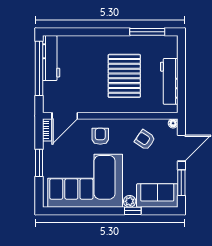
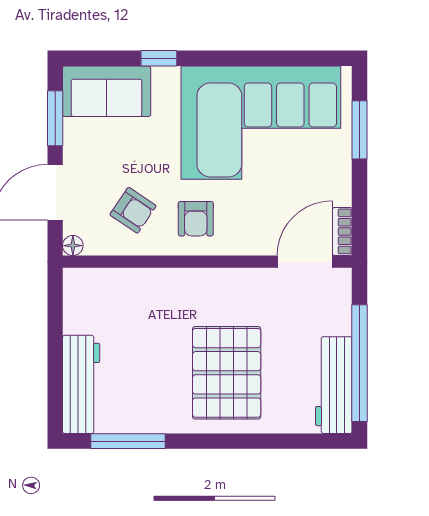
pallet: (124, 76) -> (227, 373), moved
workbench: (169, 81) -> (81, 384), moved
armchair: (100, 136) -> (196, 219), moved
window: (39, 163) -> (360, 130), moved
plant: (130, 201) -> (166, 79), removed

